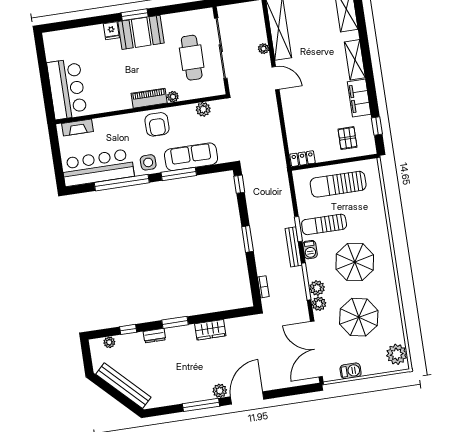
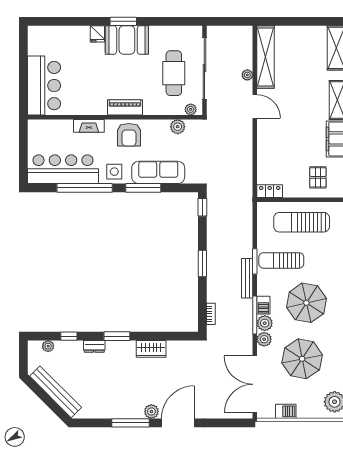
plant: (173, 97) -> (191, 109), moved
fireplace: (78, 127) -> (89, 126), moved
barbecue: (310, 250) -> (263, 305), moved

